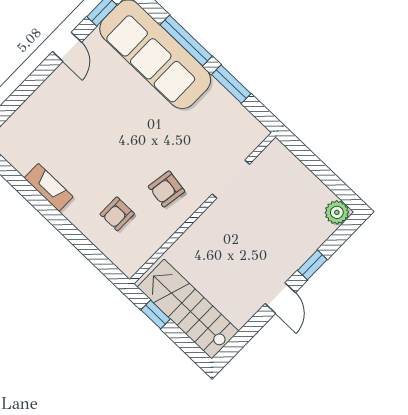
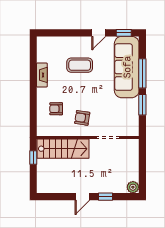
coffee table: (87, 119) -> (80, 65), added
stairs: (188, 309) -> (63, 149), moved, turned 90

